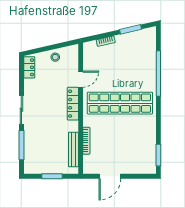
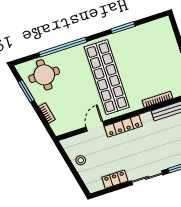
round table: (140, 50) -> (44, 75), added
locker: (29, 67) -> (115, 179), moved
door: (81, 79) -> (95, 126), hinge flipped
window: (158, 155) -> (123, 28), moved

